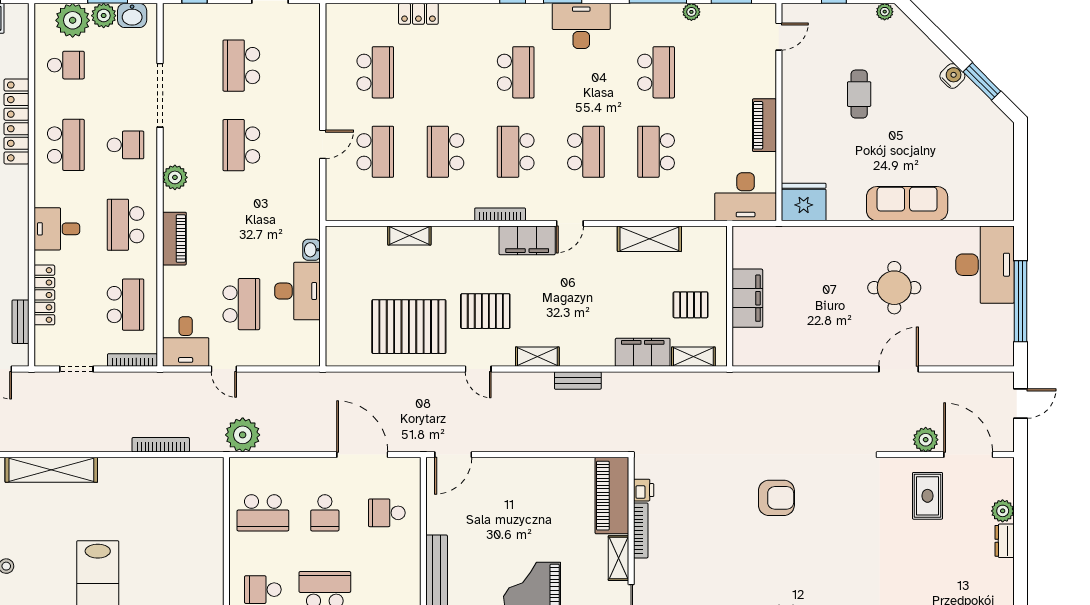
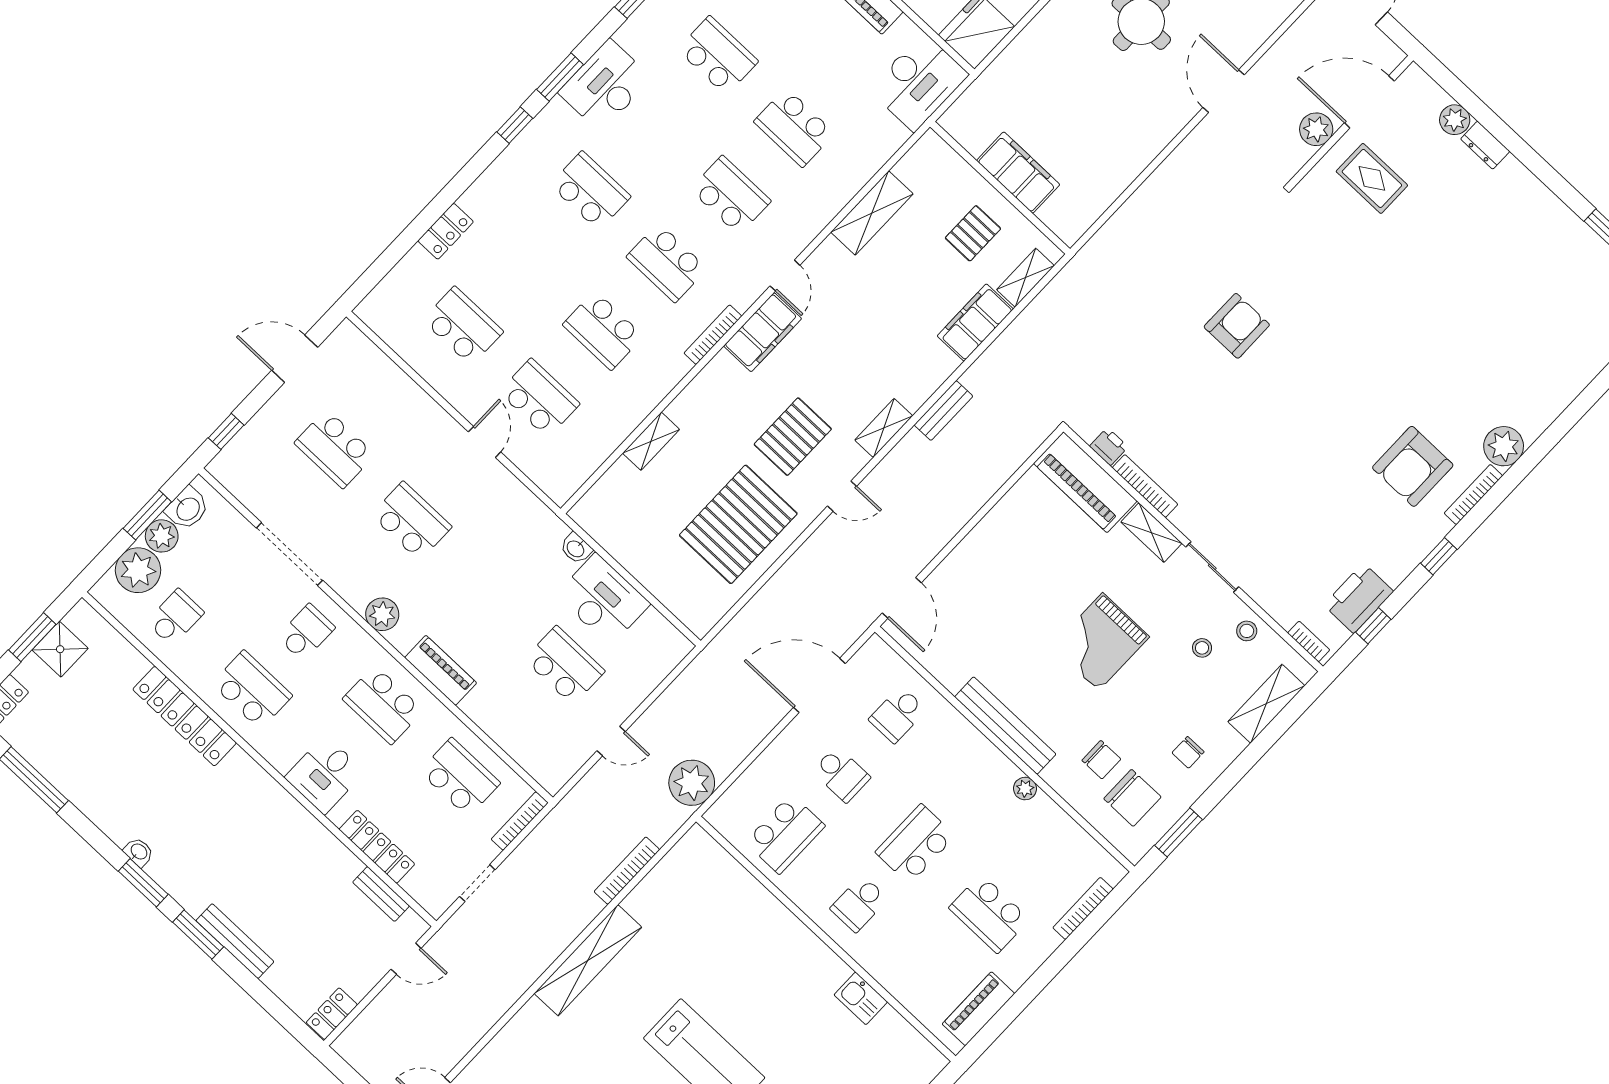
school desk: (241, 145) -> (411, 521), turned 180
desk: (186, 342) -> (550, 753), removed
shelving: (51, 470) -> (588, 960), moved

